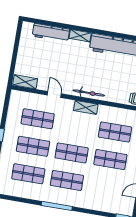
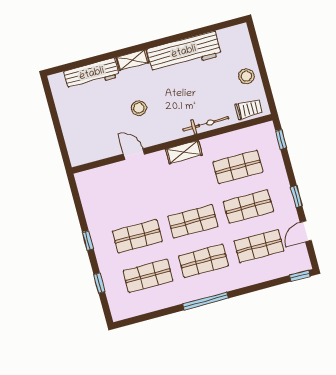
stool: (70, 67) -> (139, 108), added
shelving: (25, 82) -> (87, 155), removed
bicycle: (89, 93) -> (206, 124), moved
shop shelf: (38, 119) -> (259, 246), moved

